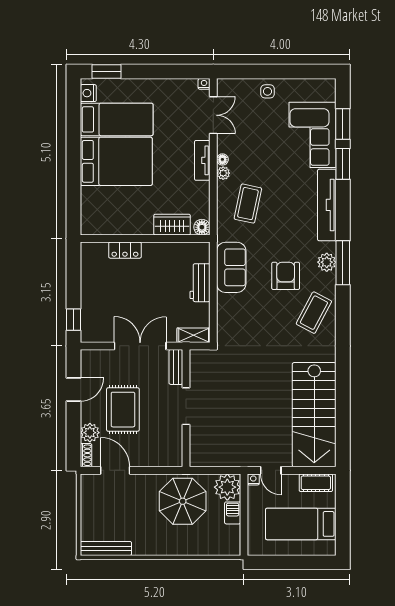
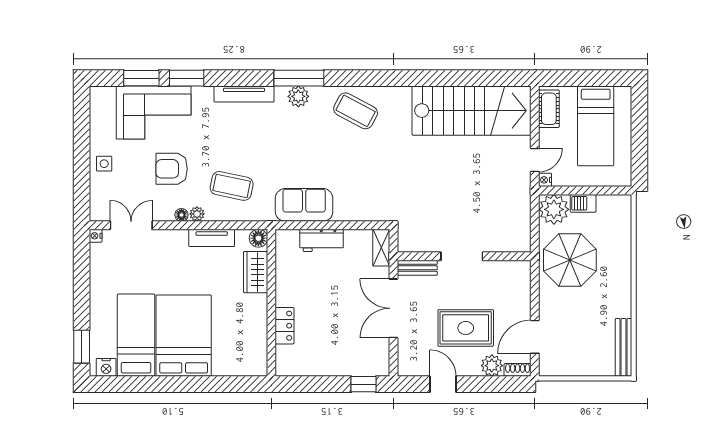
tv unit: (202, 160) -> (212, 238), moved
tv unit: (327, 205) -> (244, 94), width x0.73, depth x0.78
armchair: (286, 276) -> (172, 169), moved

